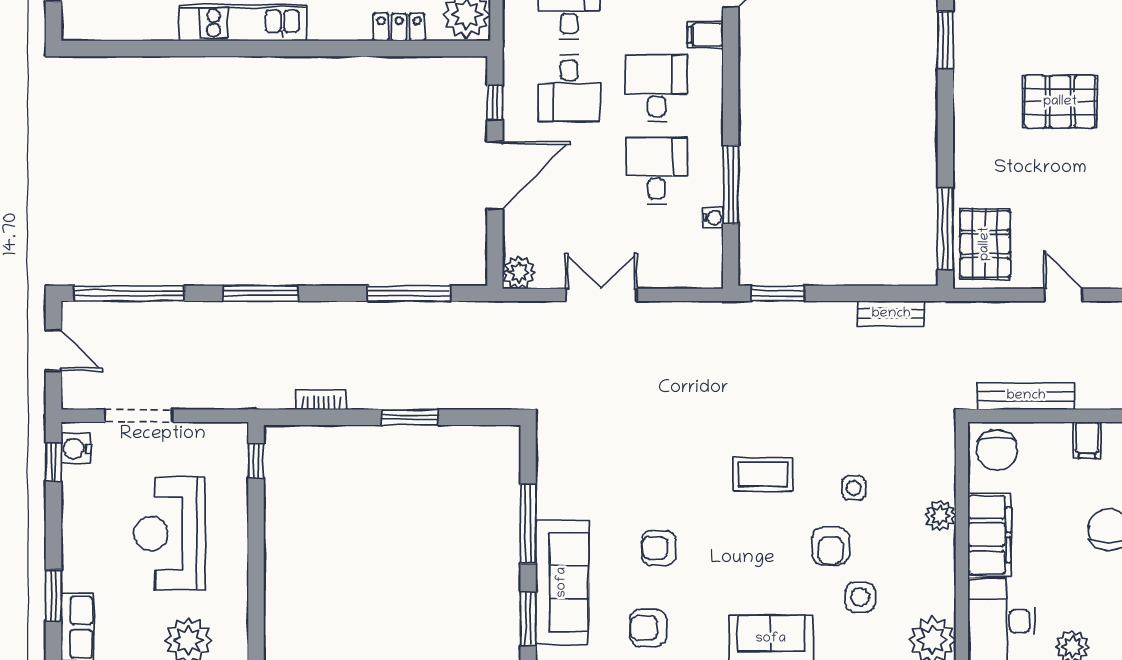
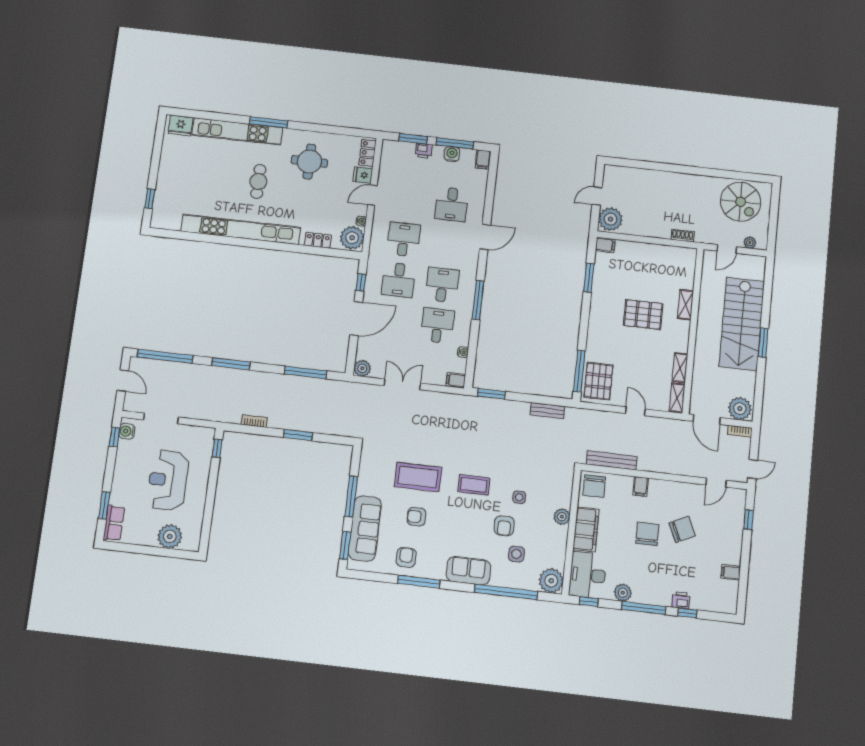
kitchen unit: (243, 23) -> (241, 229), width x1.86
filing cabinet: (705, 35) -> (456, 380), moved
window: (731, 185) -> (478, 300), moved
coffee table: (653, 472) -> (418, 477), added
armchair: (648, 628) -> (406, 557), turned 90

